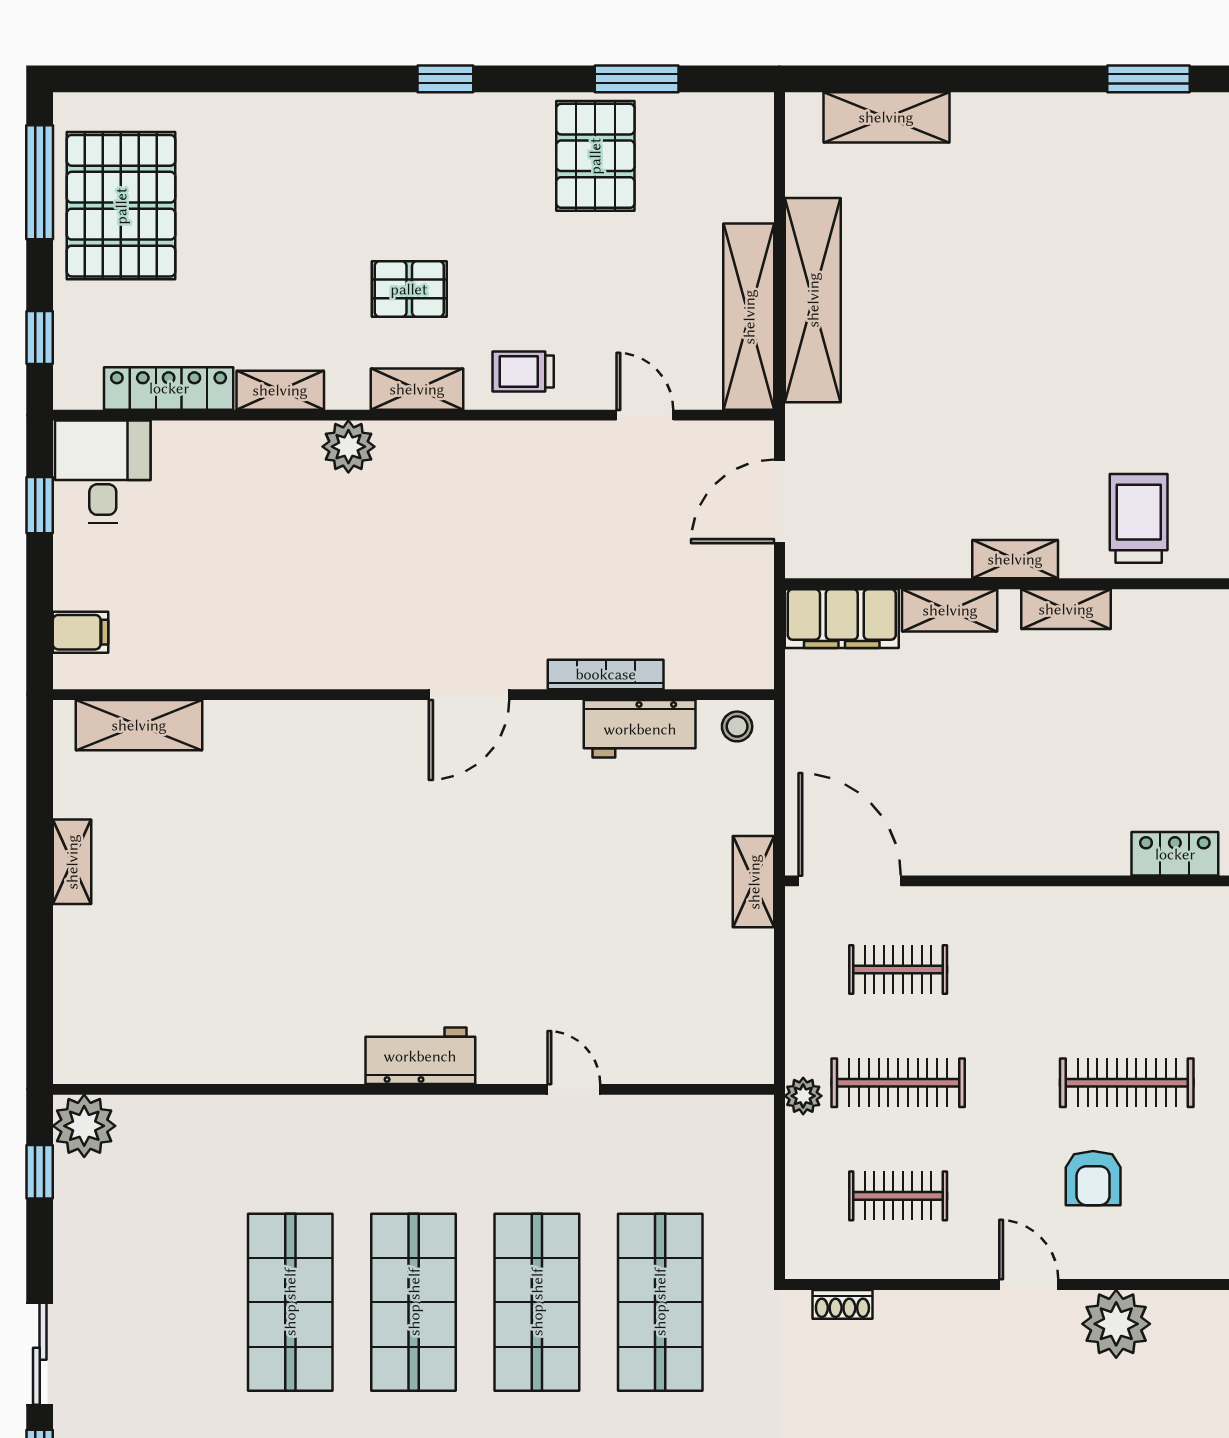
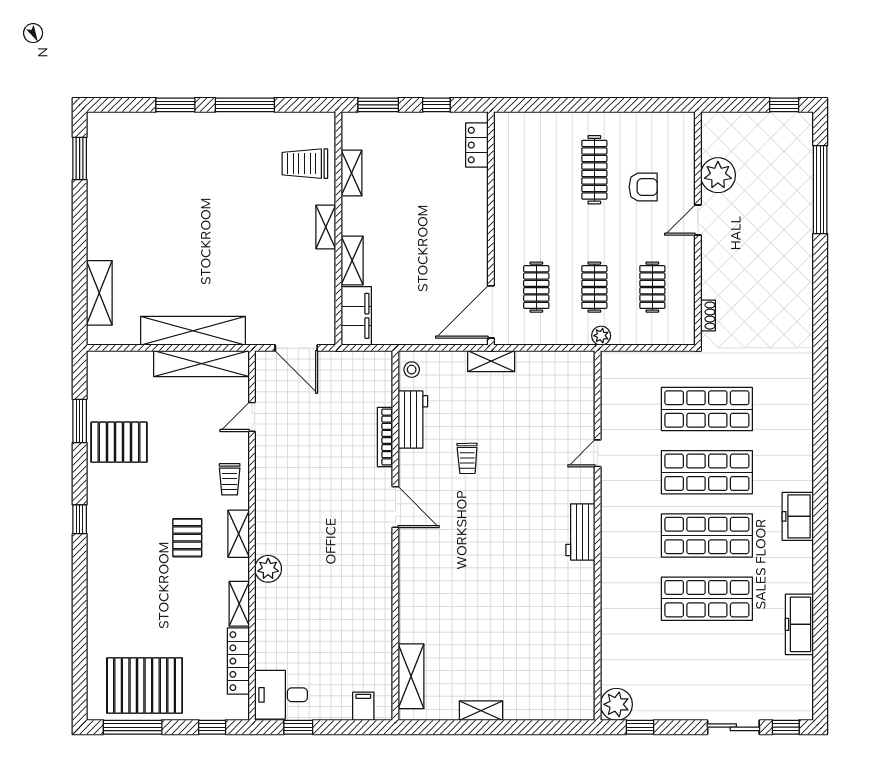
shelving: (1066, 609) -> (351, 173), moved
trolley: (564, 835) -> (467, 458), added
clothes rail: (898, 1083) -> (594, 287), width x0.73

